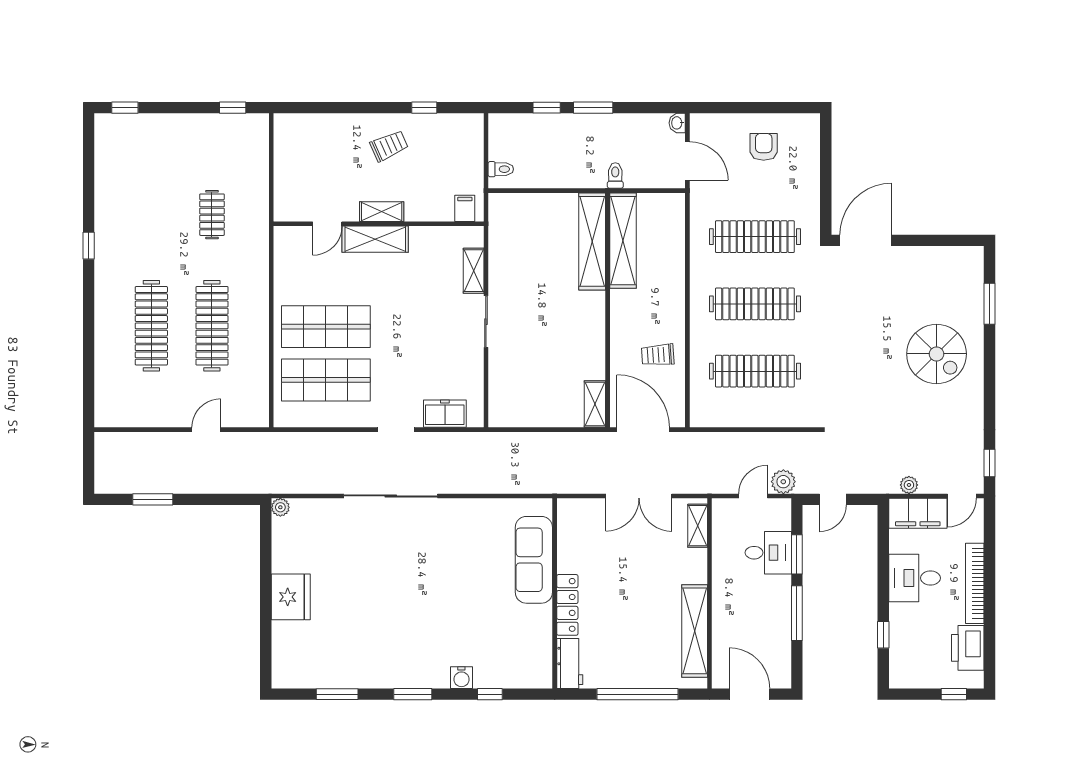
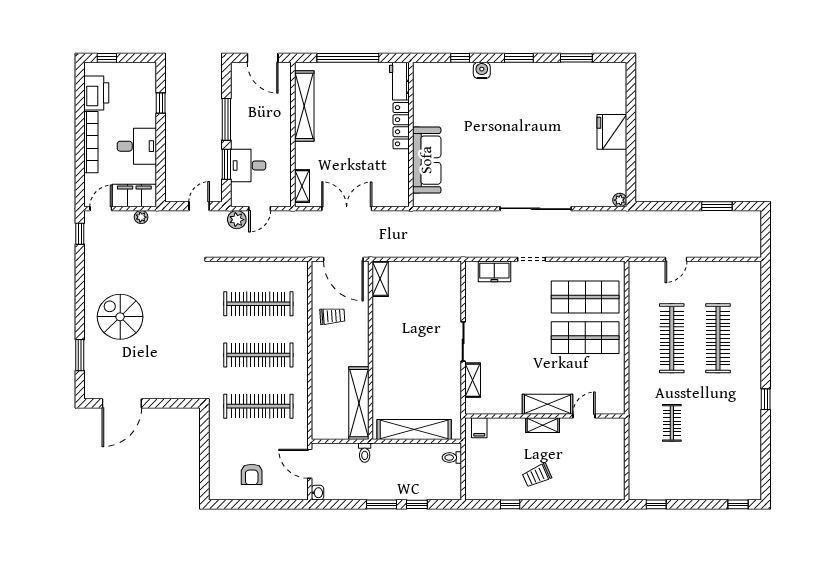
door: (866, 240) -> (122, 403), moved
shelving: (592, 241) -> (414, 429), moved, turned 90

